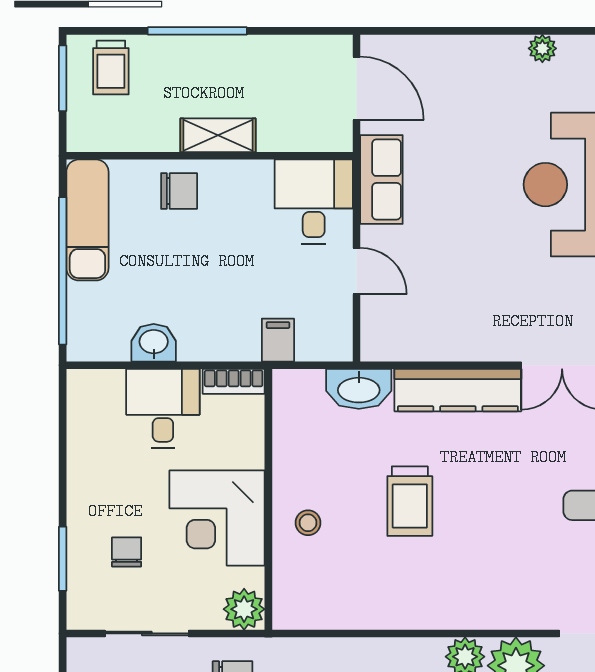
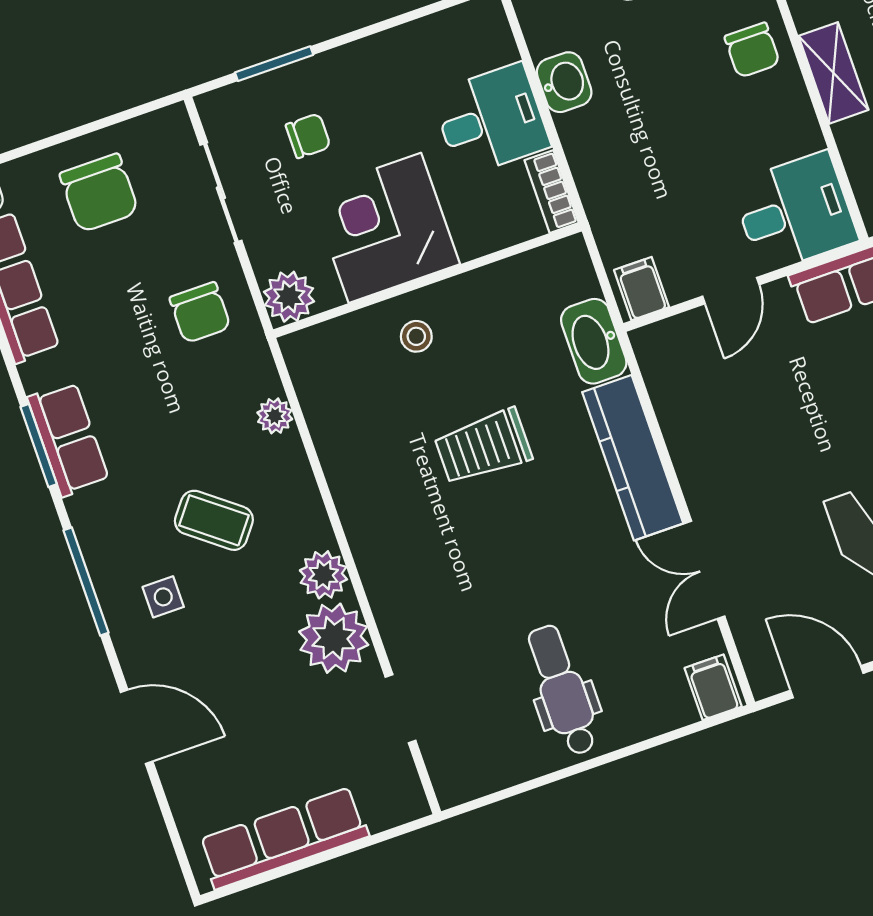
filing cabinet: (278, 340) -> (642, 289), moved, turned -90
plant: (331, 652) -> (275, 416), added

